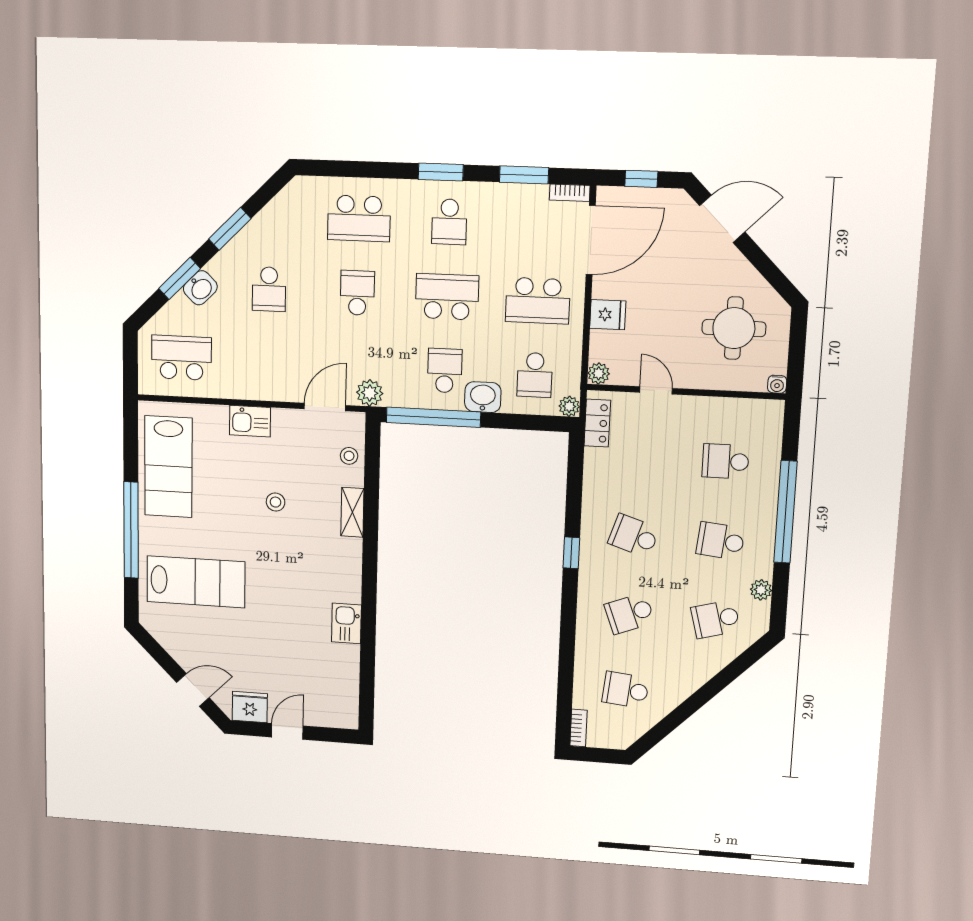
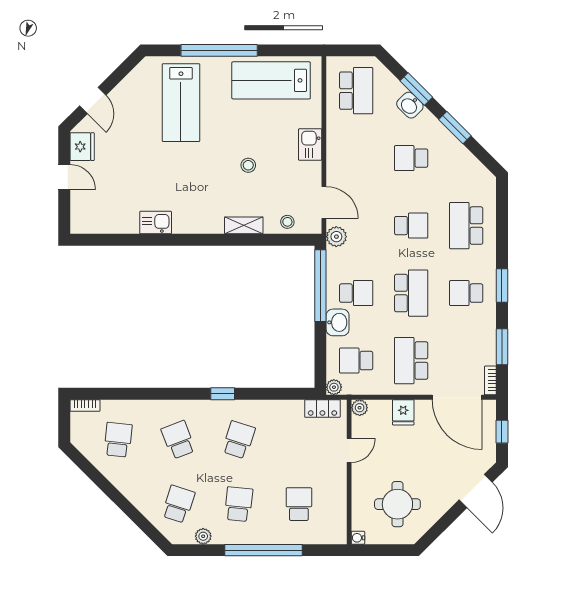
school desk: (715, 619) -> (178, 504), turned 33

